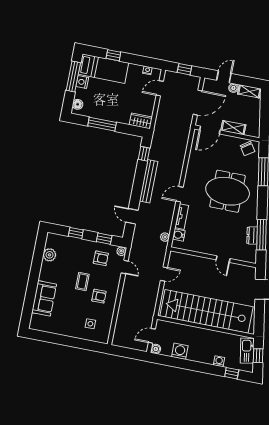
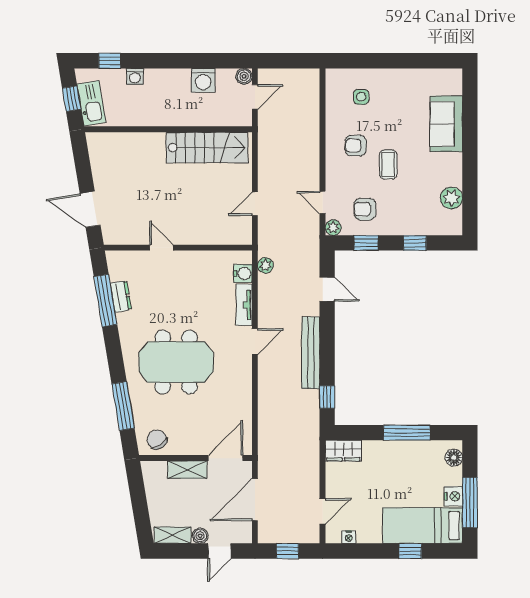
stairs: (207, 311) -> (207, 148), width x0.54, depth x0.66

